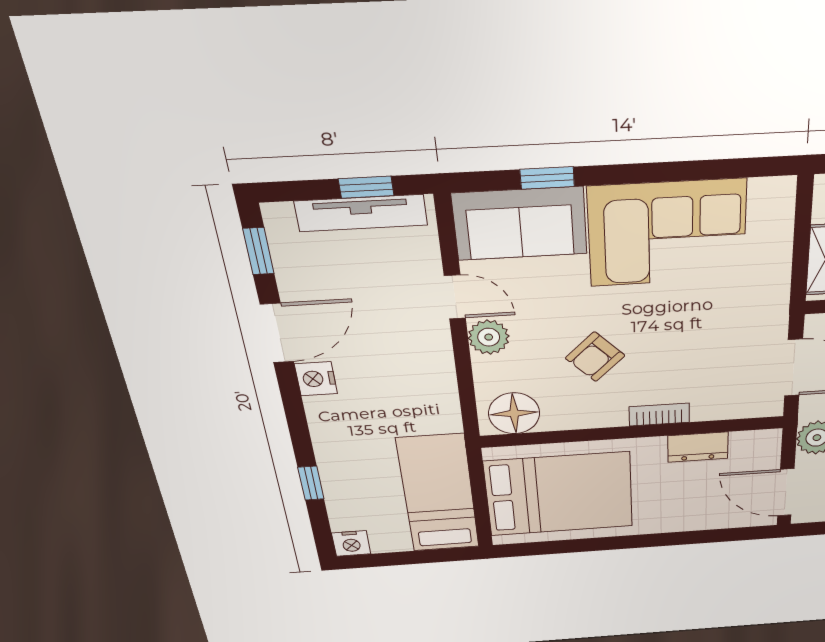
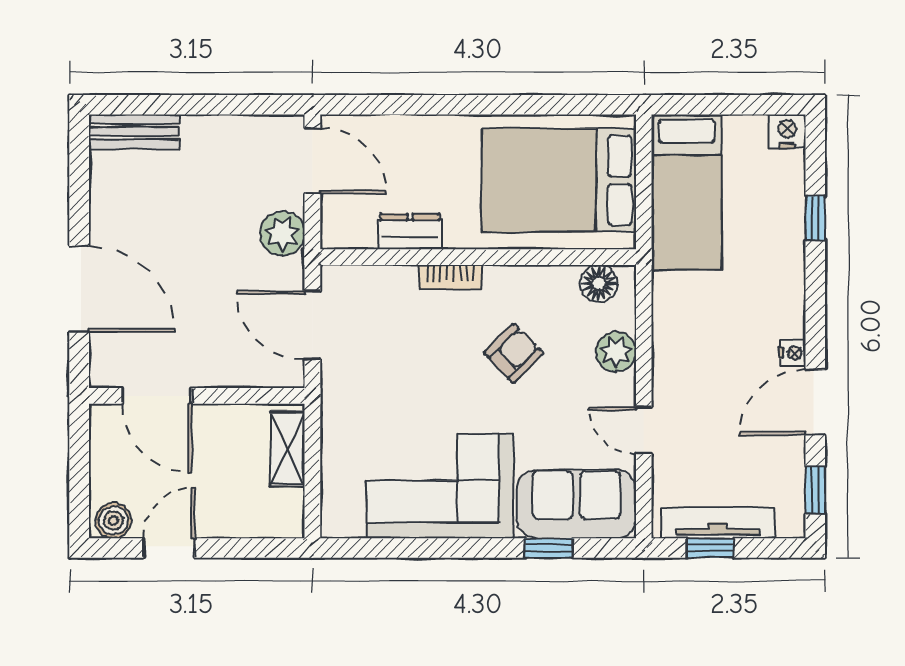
plant: (489, 337) -> (616, 352), moved
nightstand: (316, 379) -> (793, 353), width x0.72, depth x0.74
floor lamp: (514, 413) -> (599, 284), width x0.73, depth x0.73

